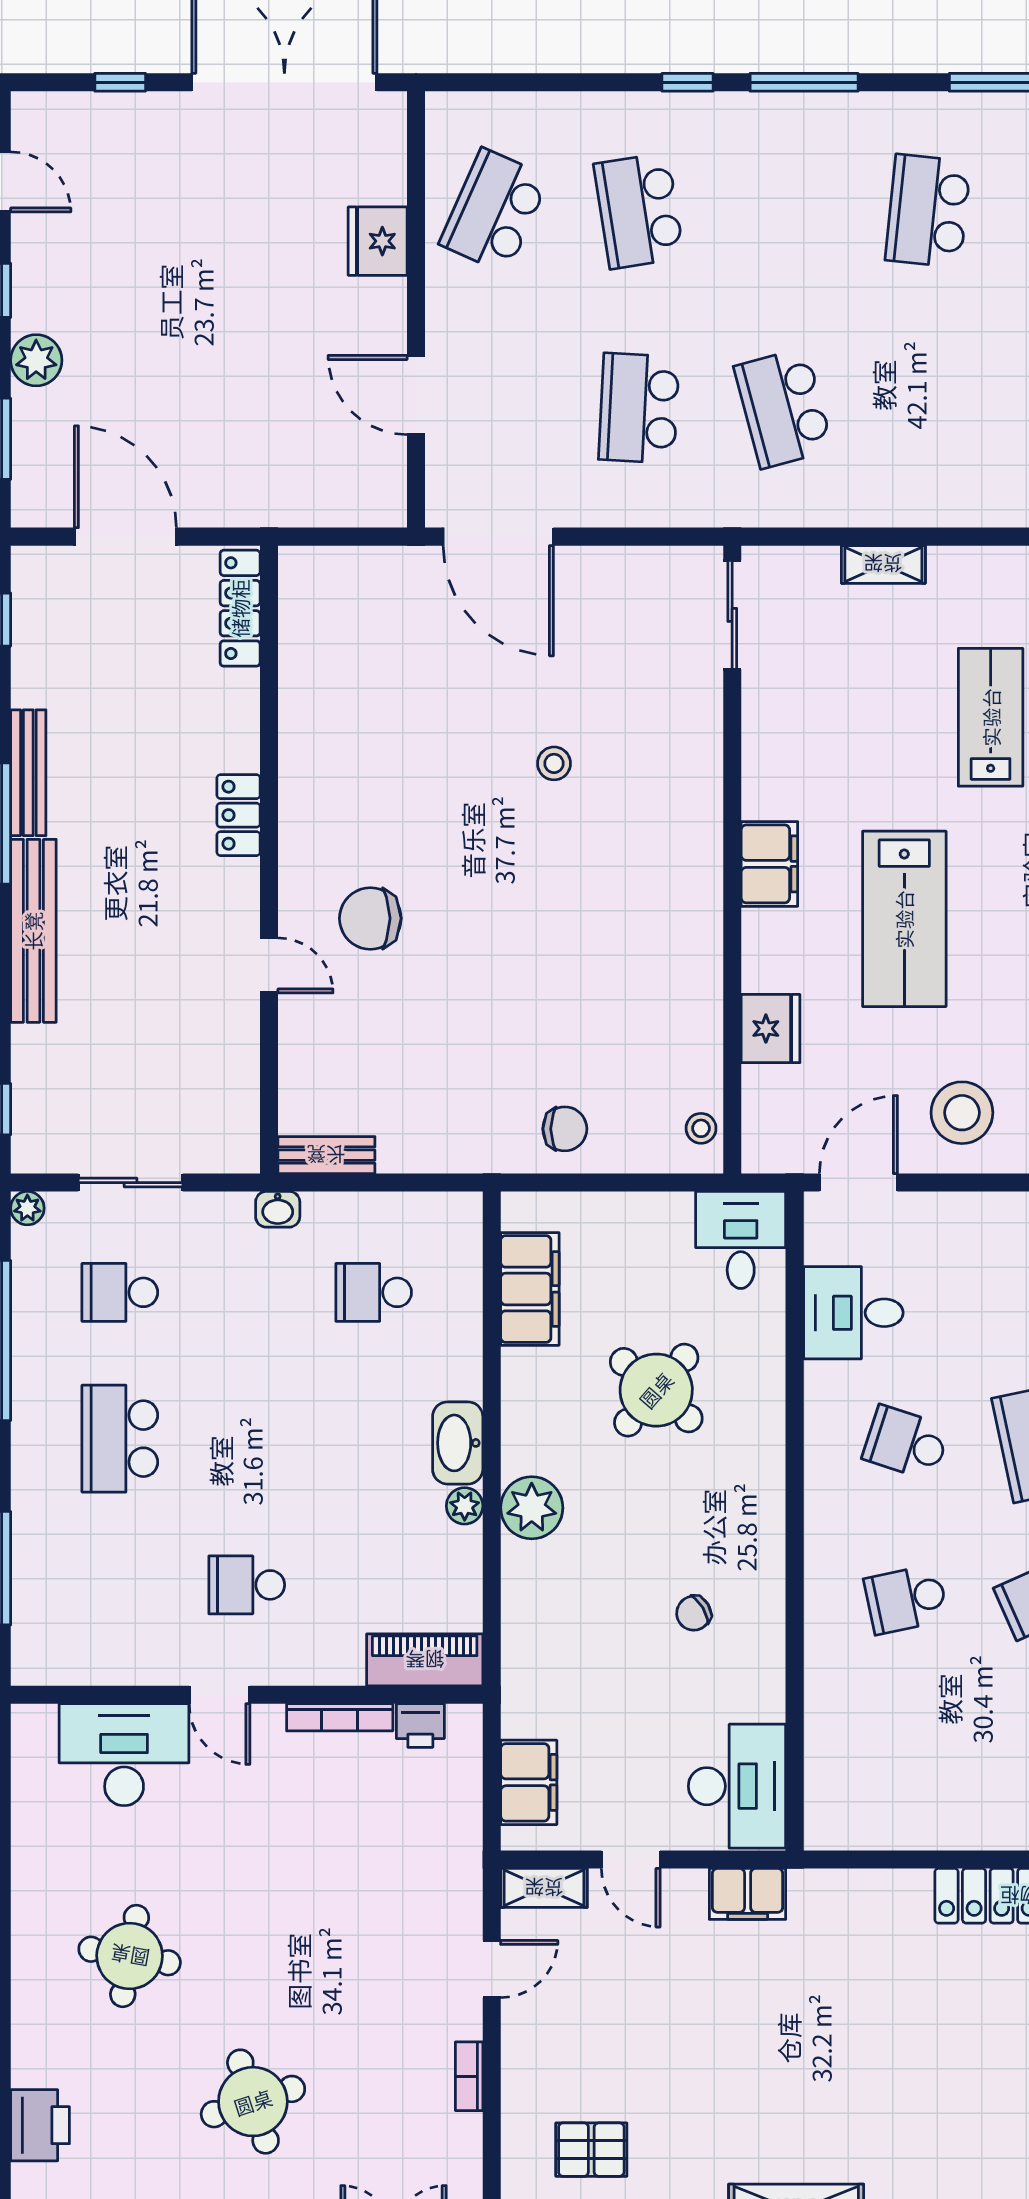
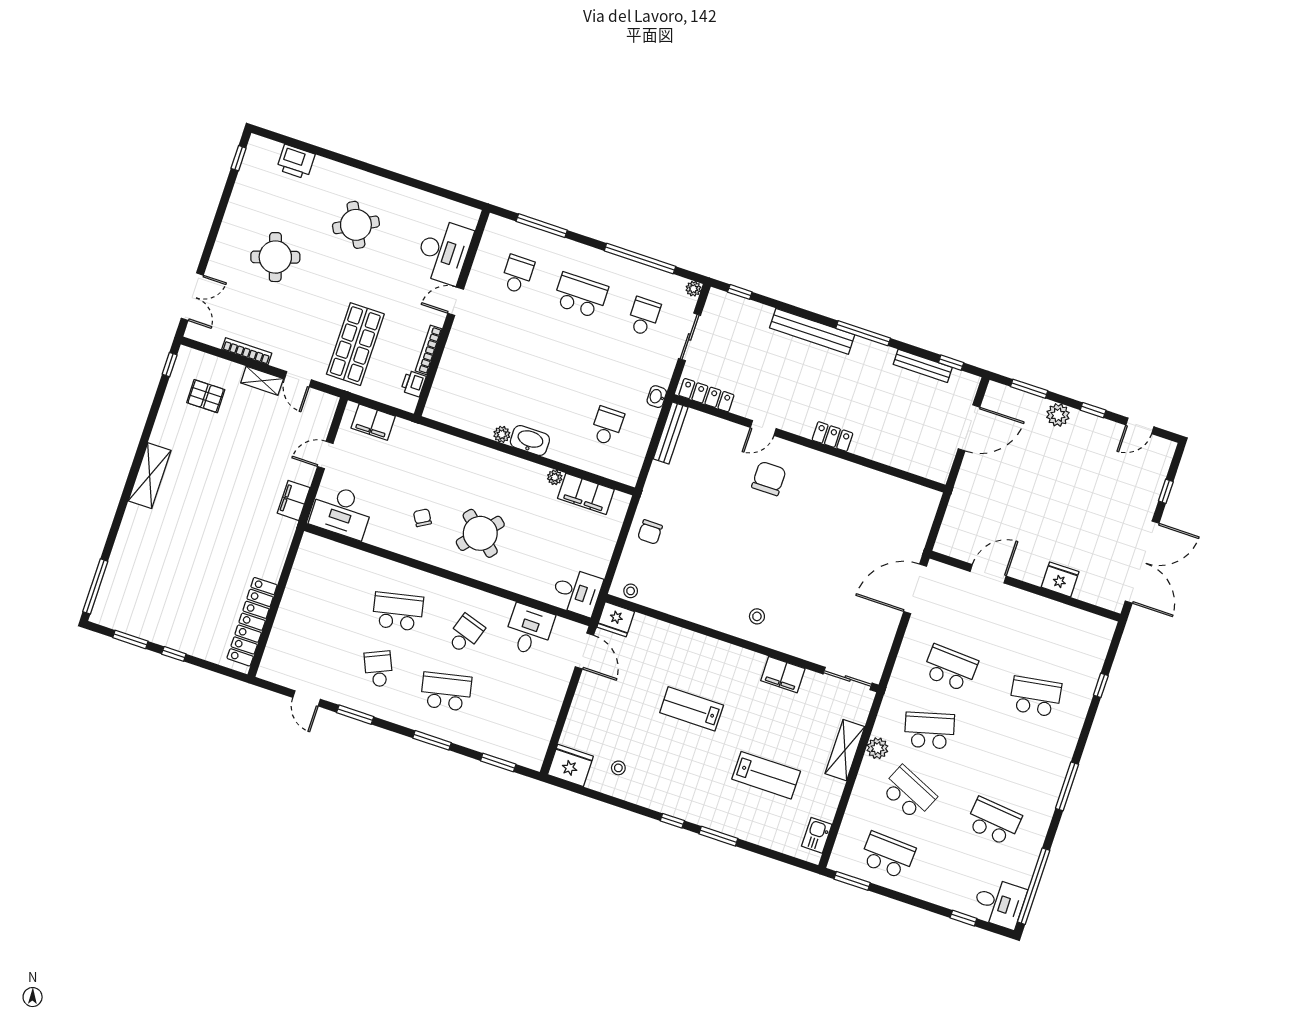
window: (687, 82) -> (1101, 685), moved
school desk: (494, 211) -> (909, 793), moved
plant: (857, 504) -> (877, 748), added
shelving: (883, 564) -> (845, 750), width x1.50, depth x1.33
locker: (240, 608) -> (706, 395), moved
stool: (554, 763) -> (757, 616), moved
bench: (28, 773) -> (923, 366), moved
filing cabinet: (769, 864) -> (783, 675), moved
lab bench: (904, 919) -> (692, 709), width x0.73, depth x0.72
fridge: (771, 1029) -> (616, 619), moved
stool: (962, 1113) -> (600, 706), removed
bench: (326, 1155) -> (671, 433), width x1.36
round table: (656, 1390) -> (480, 533), moved
plant: (532, 1508) -> (555, 477), moved, width x0.53, depth x0.53
school desk: (247, 1585) -> (517, 274), moved
school desk: (906, 1599) -> (398, 611), width x1.85
piano: (425, 1660) -> (441, 395), removed
shop shelf: (379, 1874) -> (355, 344), added
shelving: (544, 1888) -> (262, 381), moved, turned 90
round table: (130, 1956) -> (356, 225), turned -38
bookcase: (469, 2076) -> (247, 351), width x1.56
pallet: (591, 2150) -> (206, 396), turned 90

